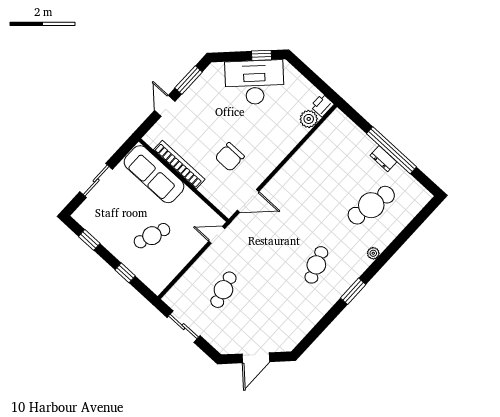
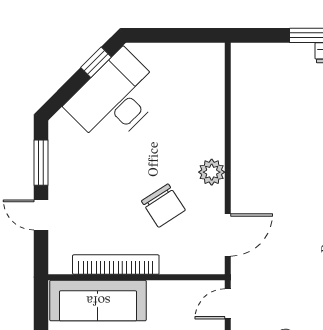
printer: (322, 105) -> (213, 56), removed
plant: (309, 119) -> (212, 172), moved
chair: (230, 157) -> (163, 206), turned -33

